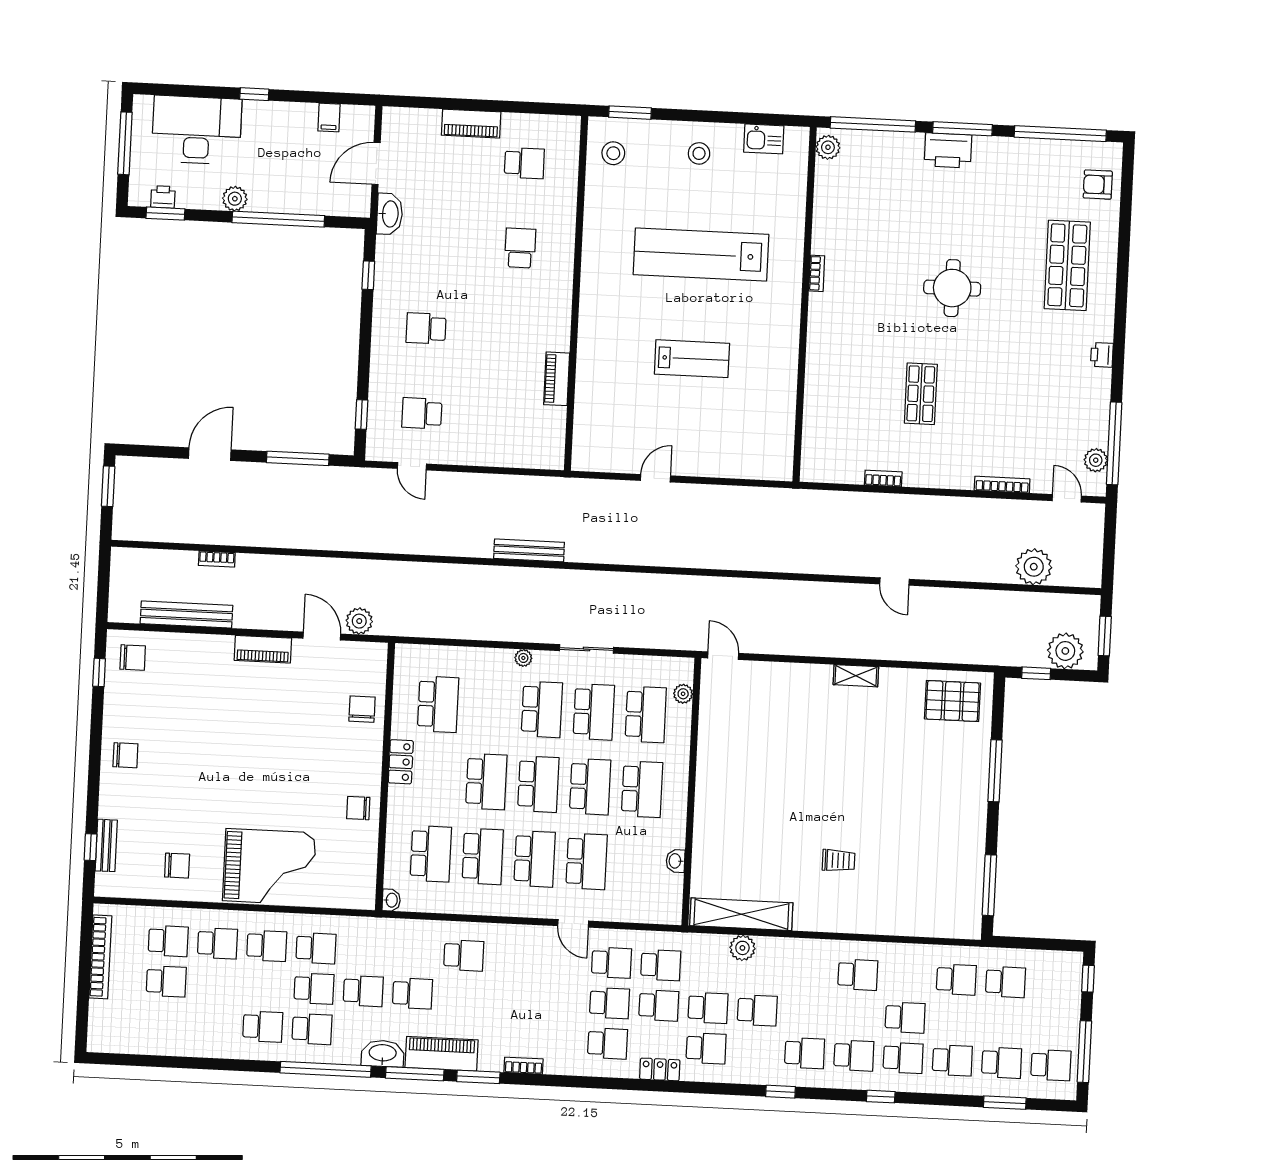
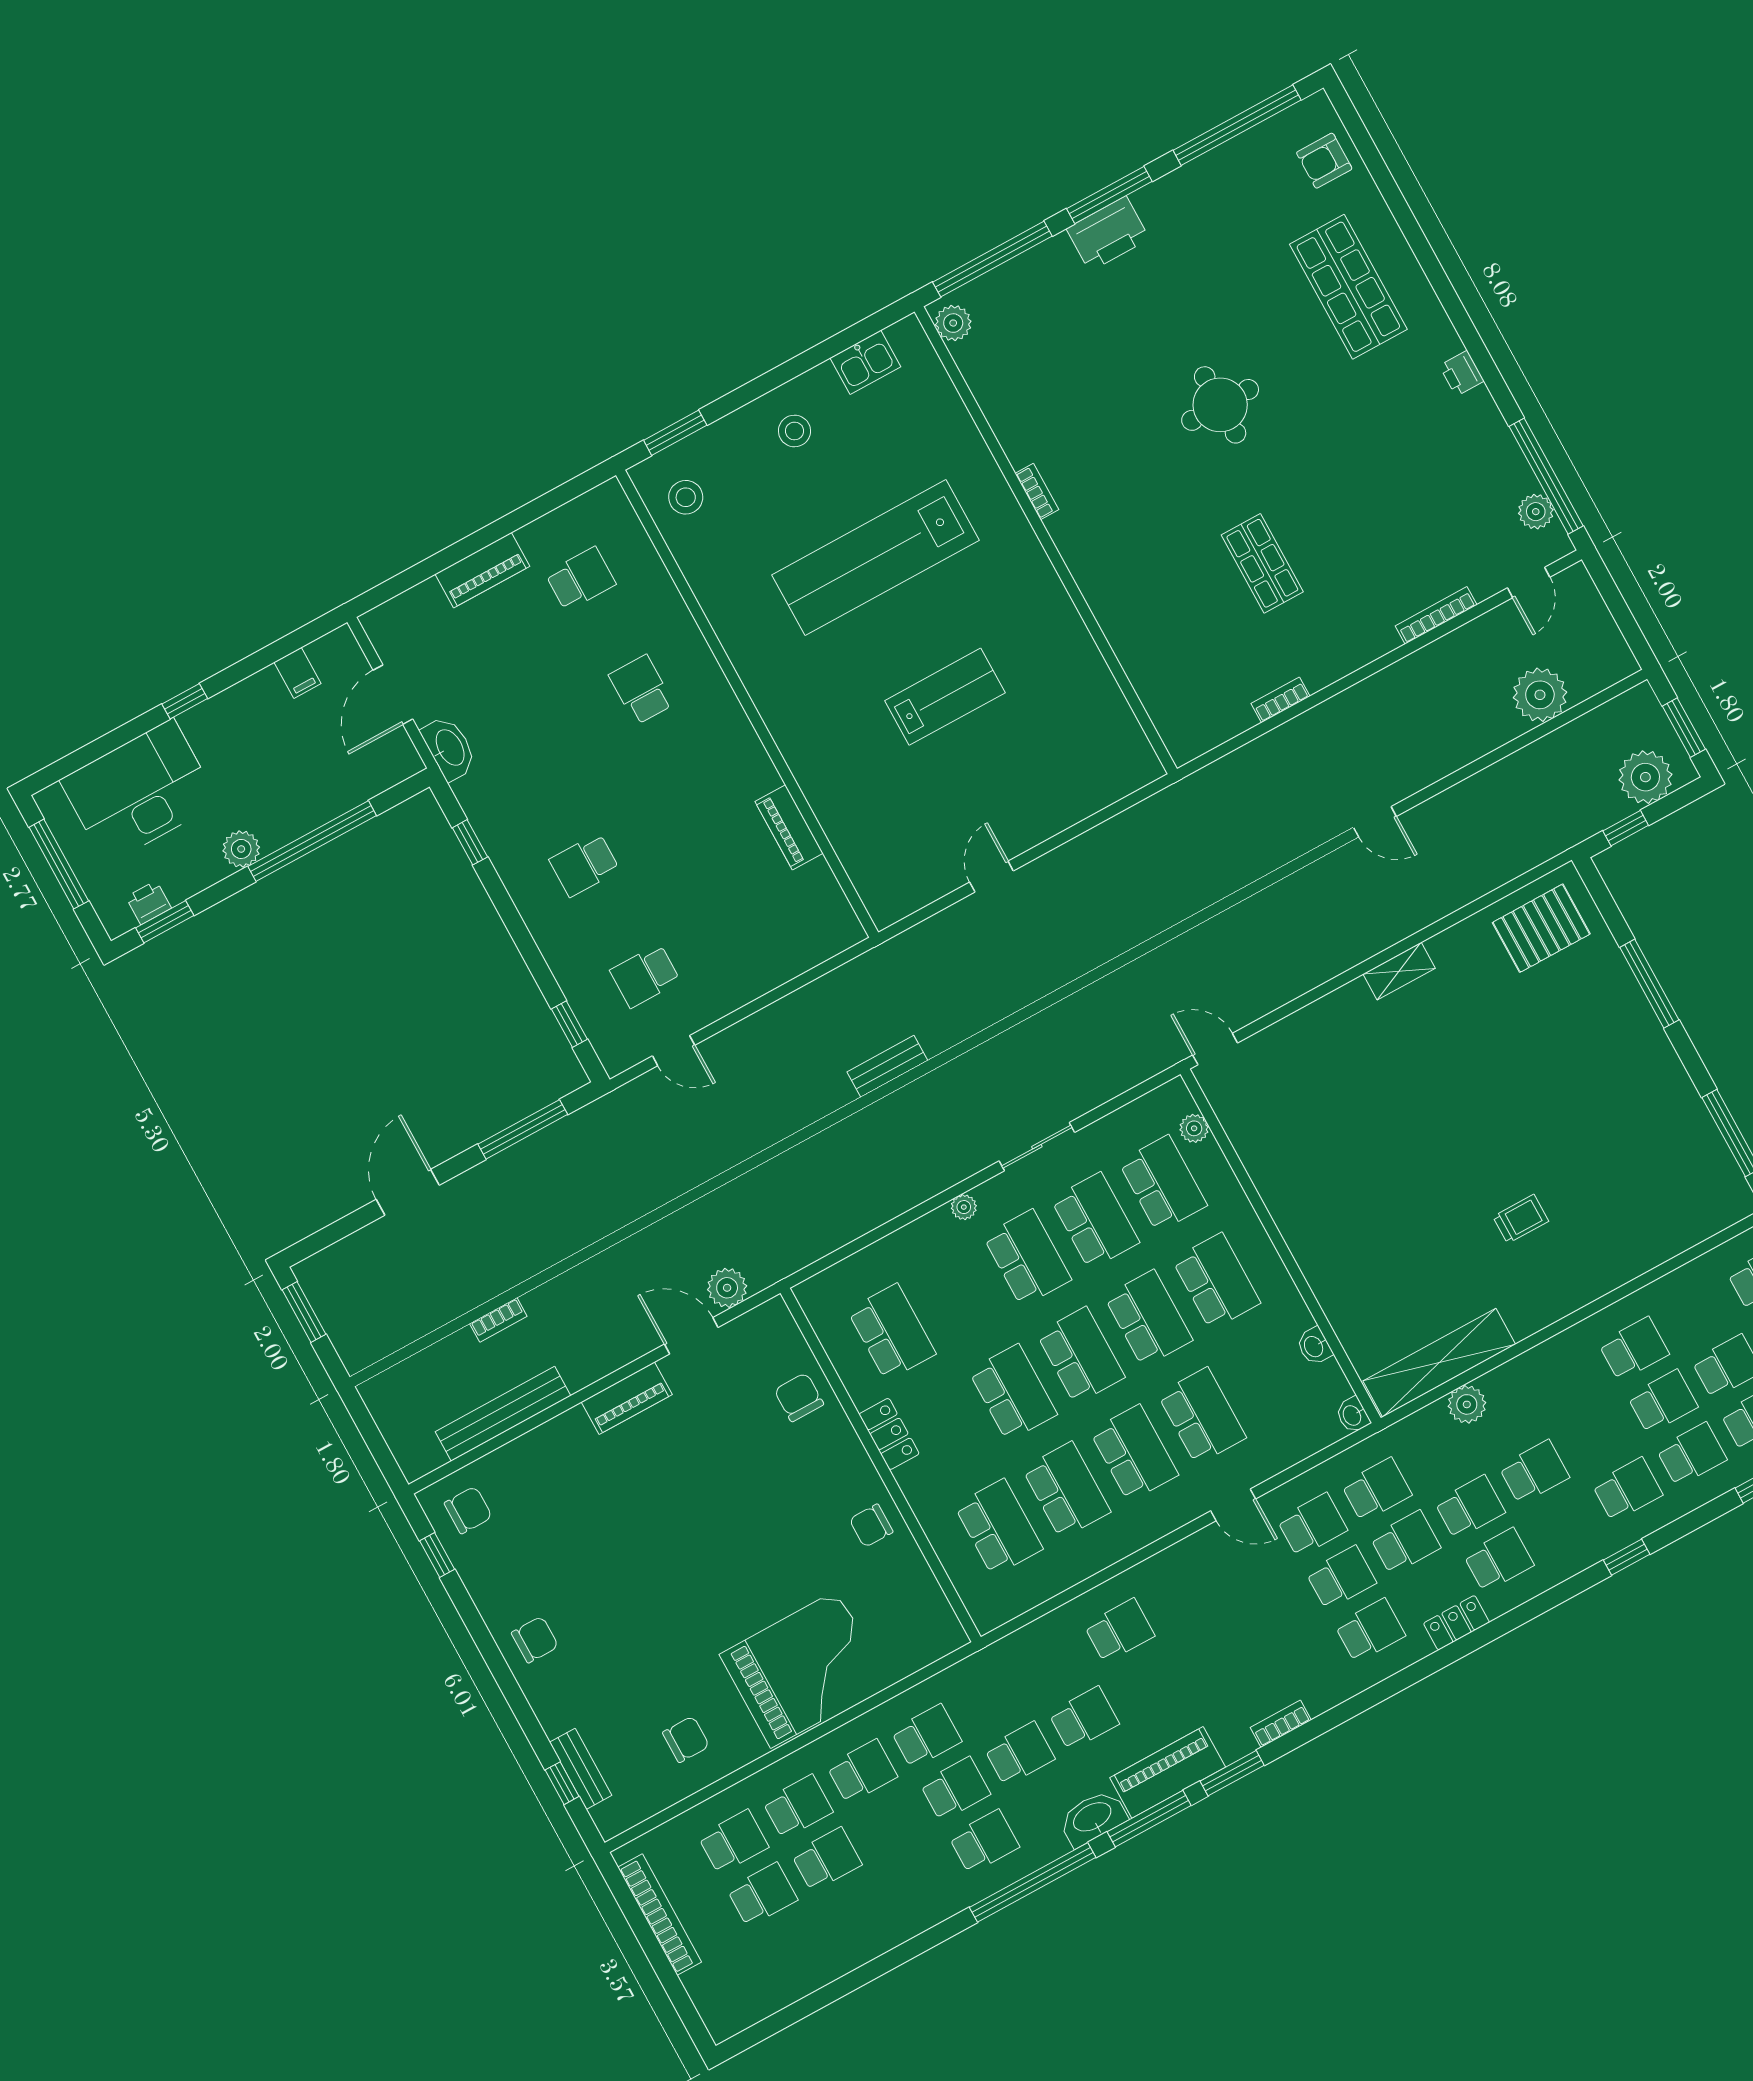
door: (1067, 498) -> (1529, 582), swing flipped
bench: (529, 550) -> (887, 1066), width x0.73
washbasin: (391, 900) -> (1353, 1415), moved, turned 180
school desk: (856, 1015) -> (1663, 1402), added
school desk: (263, 1027) -> (827, 1859), moved

